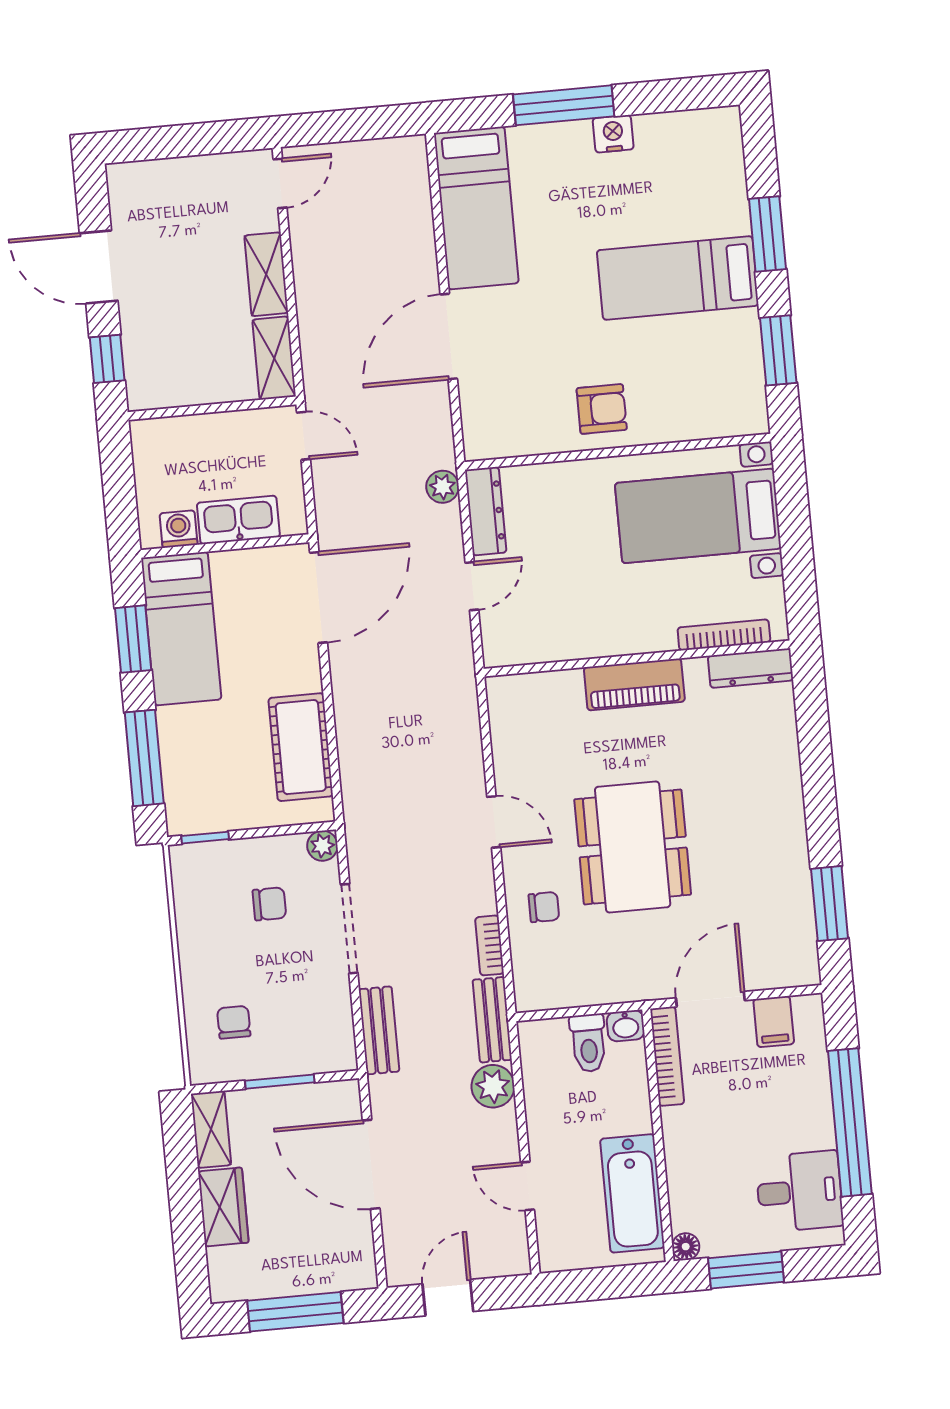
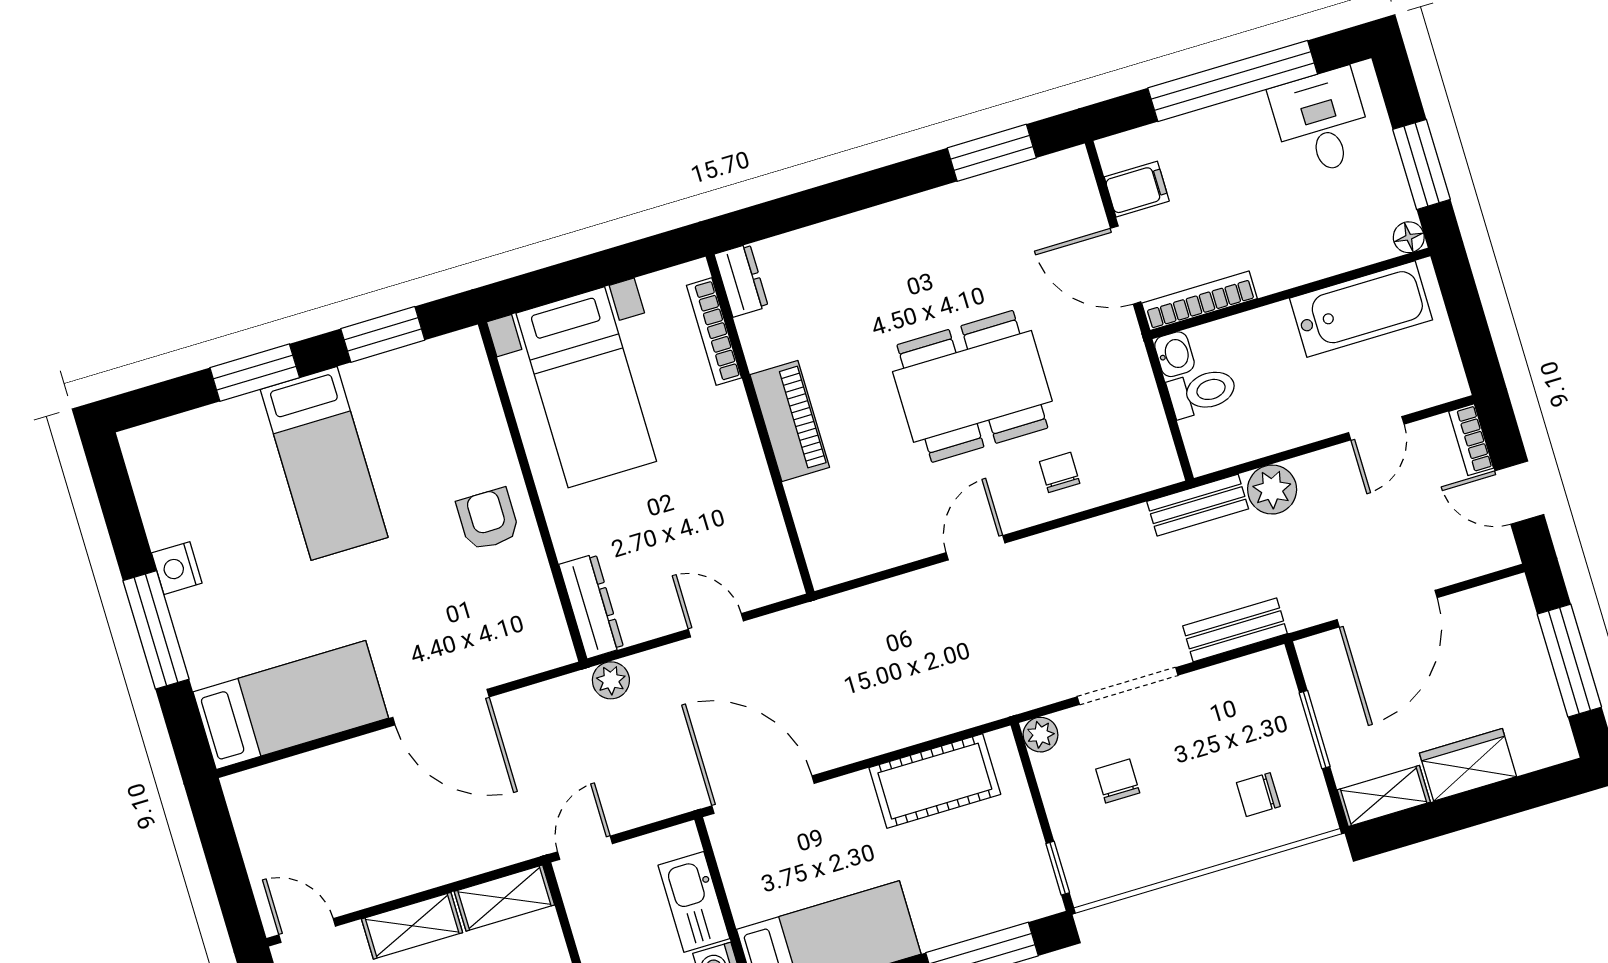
dresser: (486, 511) -> (591, 606), moved, turned 90
dresser: (751, 668) -> (741, 280), width x0.70
bookcase: (490, 945) -> (1471, 440), moved, turned 90

